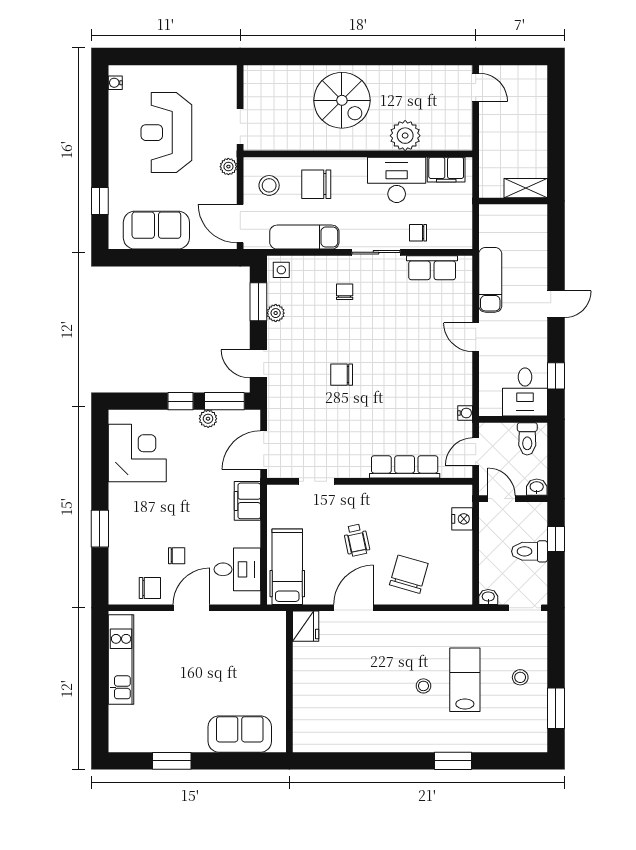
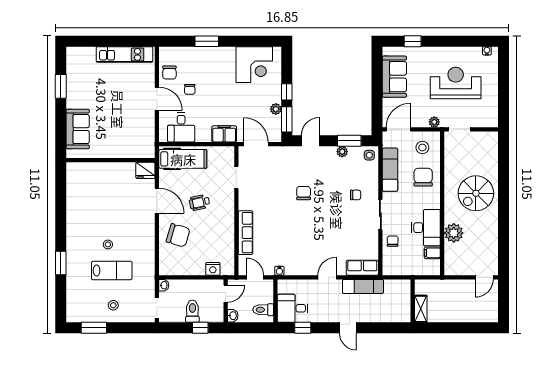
filing cabinet: (446, 170) -> (432, 253), width x0.50
row of seats: (432, 268) -> (362, 268), moved, turned 90

